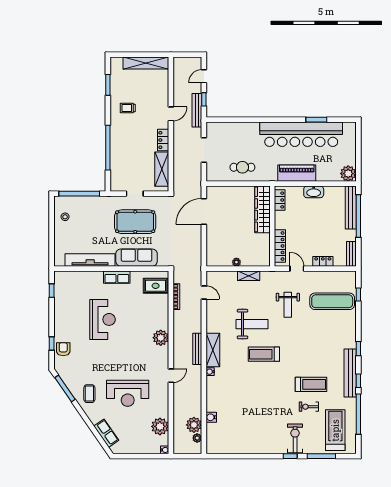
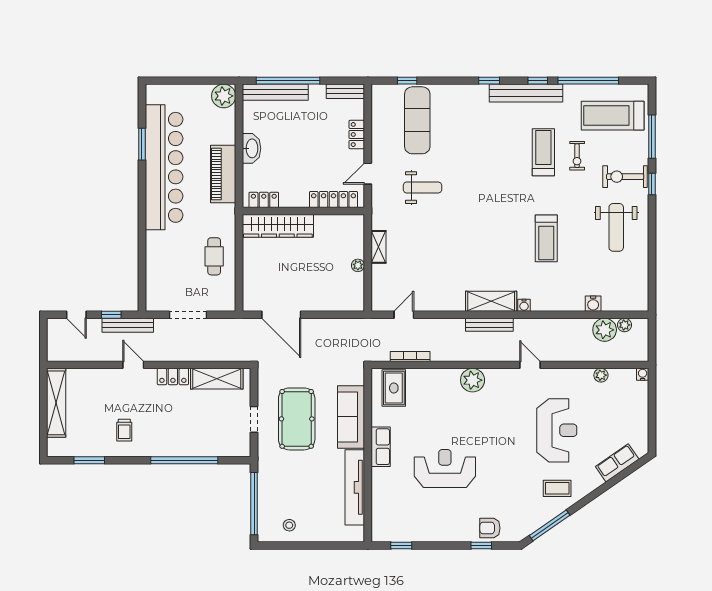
weight bench: (252, 324) -> (616, 227), moved, turned 180
treadmill: (264, 354) -> (546, 238), moved
plant: (160, 426) -> (601, 375), width x0.53, depth x0.53

